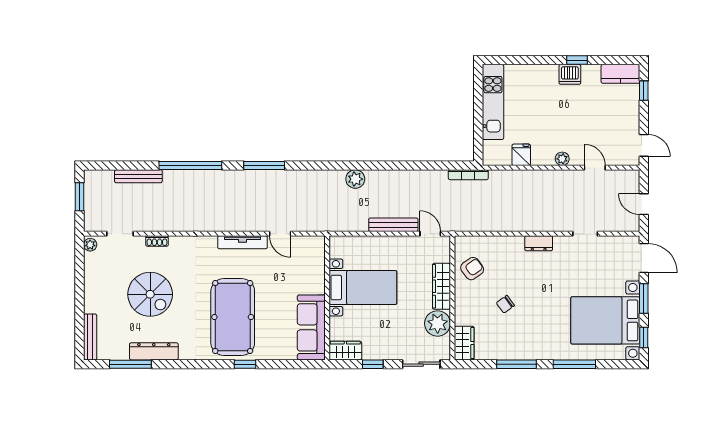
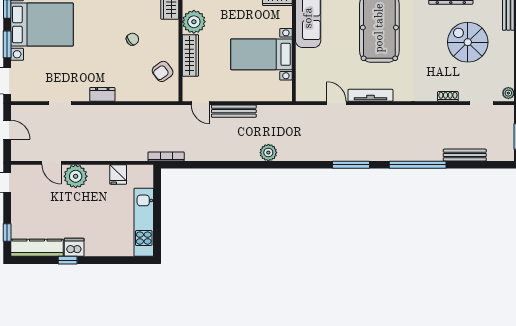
kitchen counter: (620, 74) -> (37, 248), width x1.50
plant: (562, 159) -> (76, 176), width x1.87, depth x1.87
spiral stairs: (150, 294) -> (468, 42), moved

